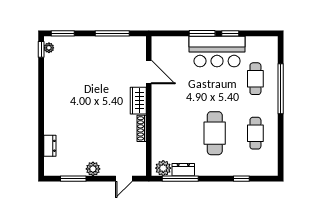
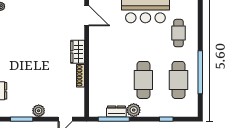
door: (149, 72) -> (87, 16), moved
window: (281, 89) -> (200, 72), moved
cafe table: (255, 133) -> (178, 80), width x1.37, depth x1.35
plant: (163, 168) -> (134, 110), moved

